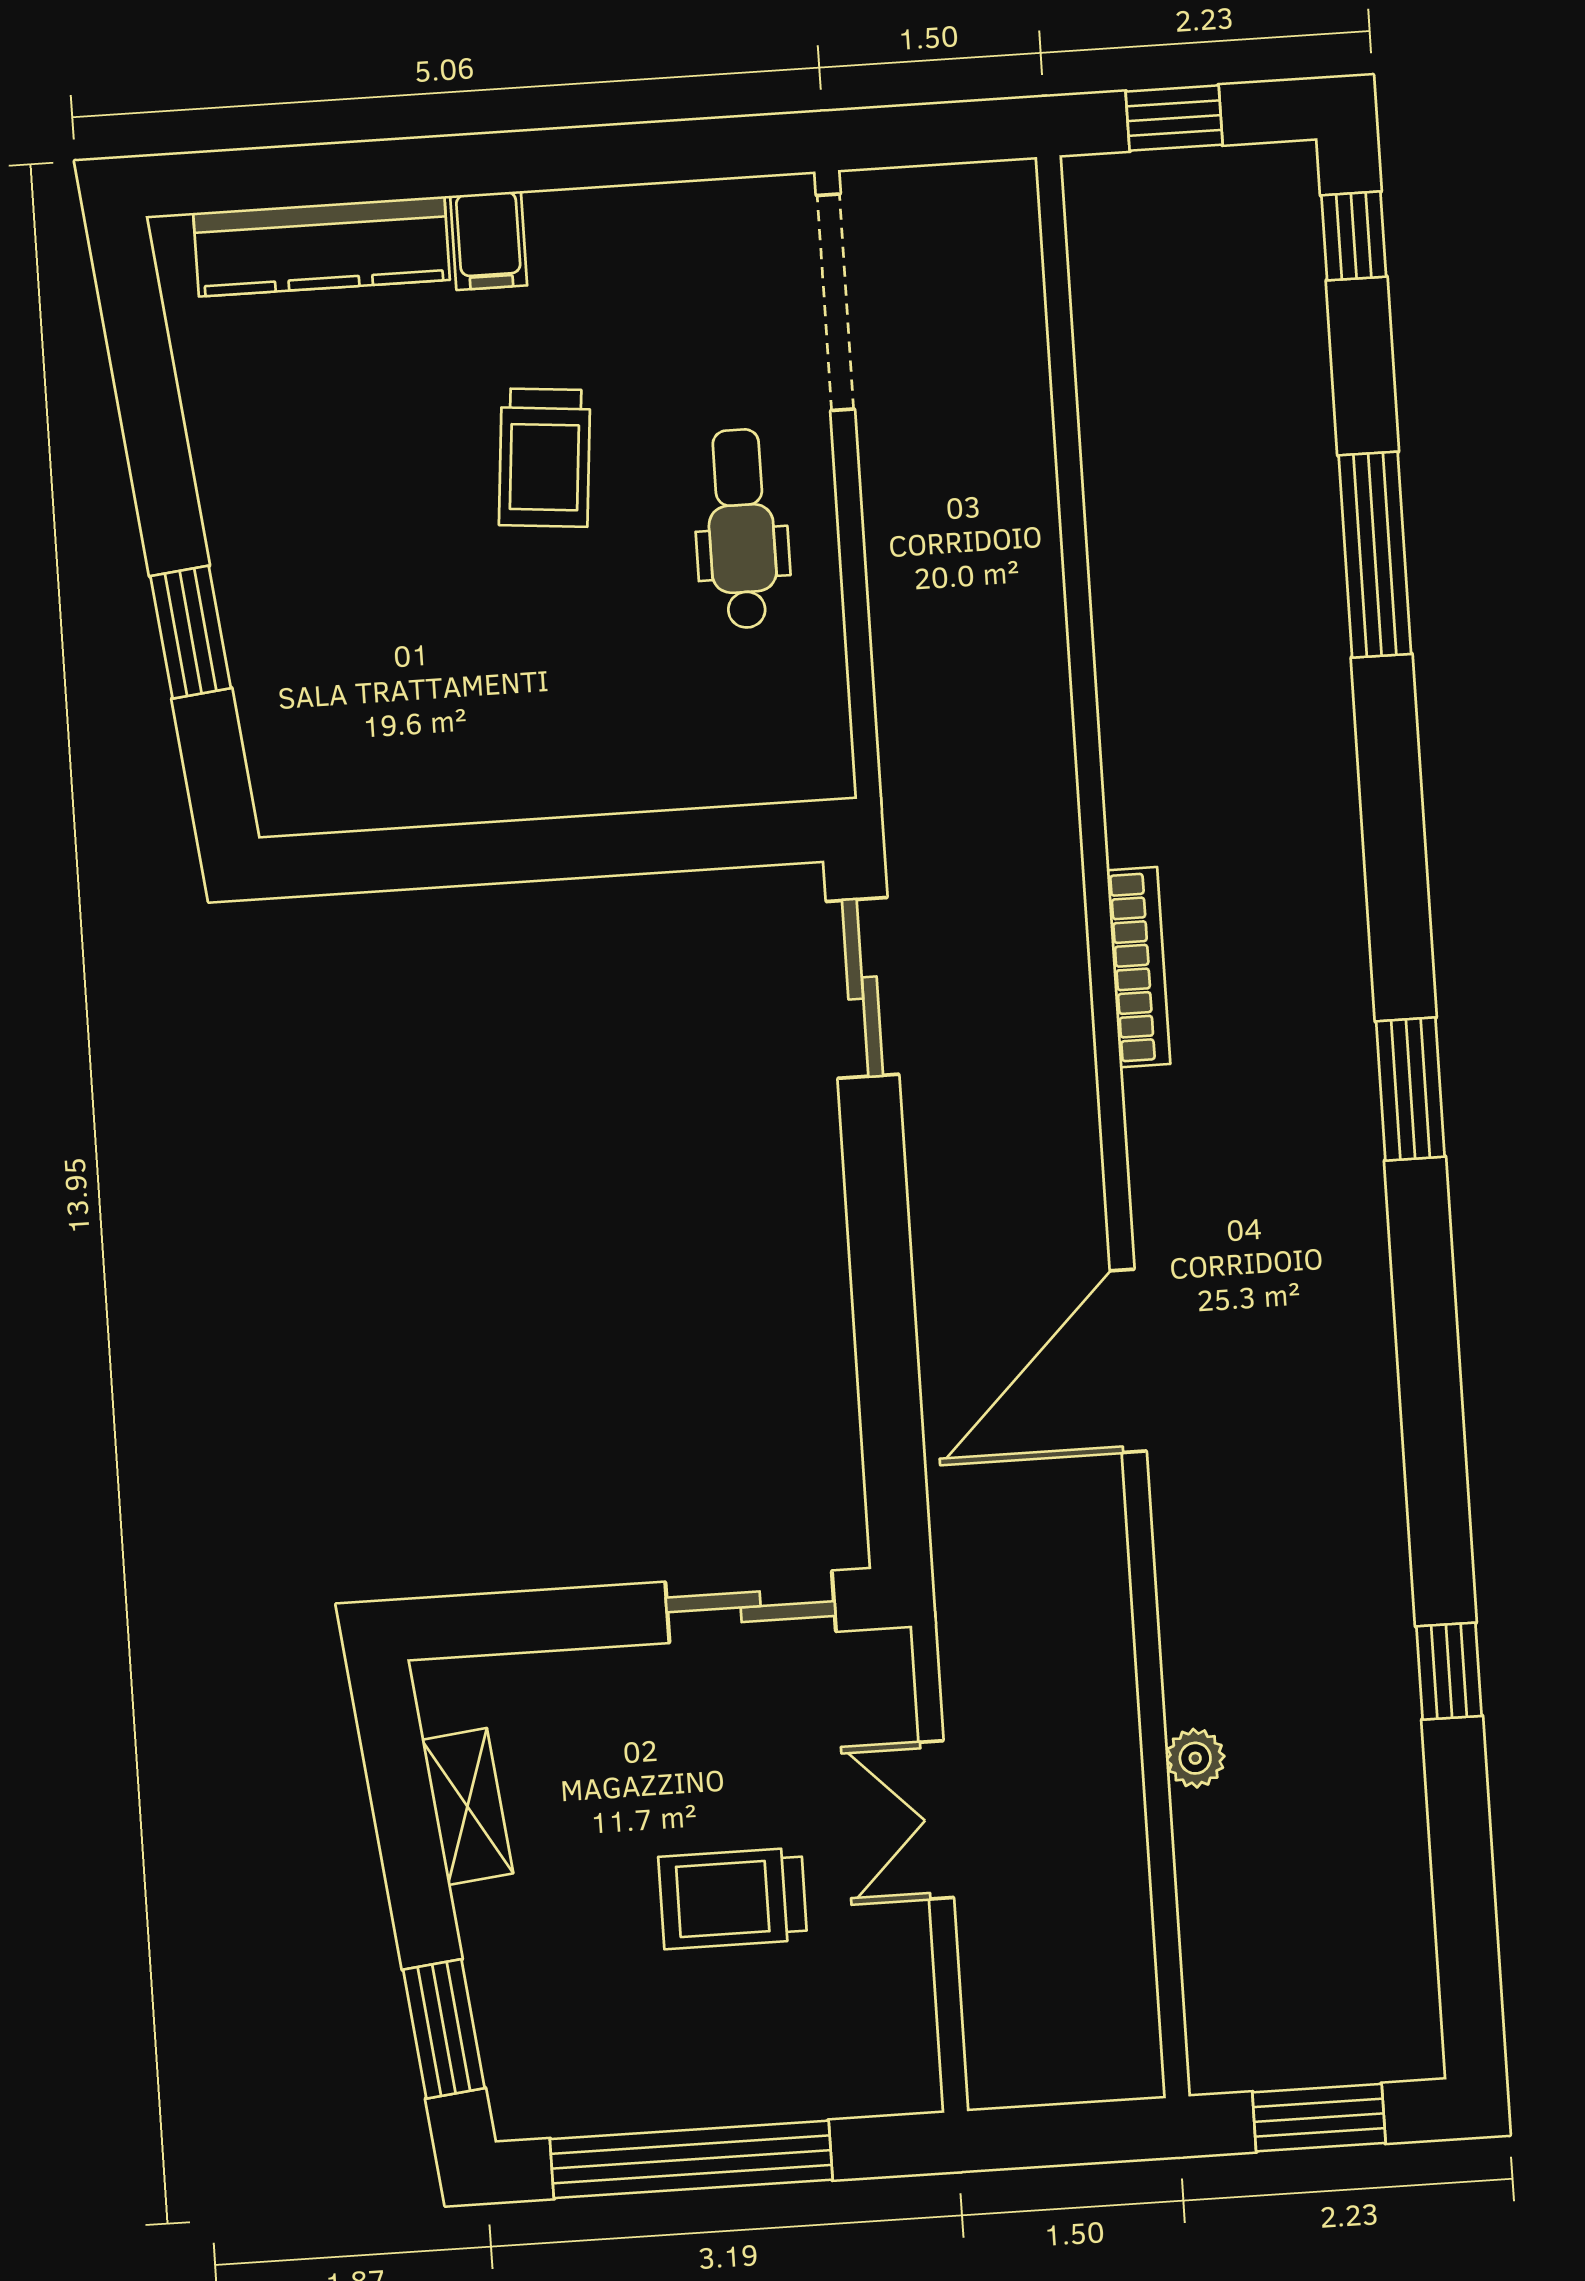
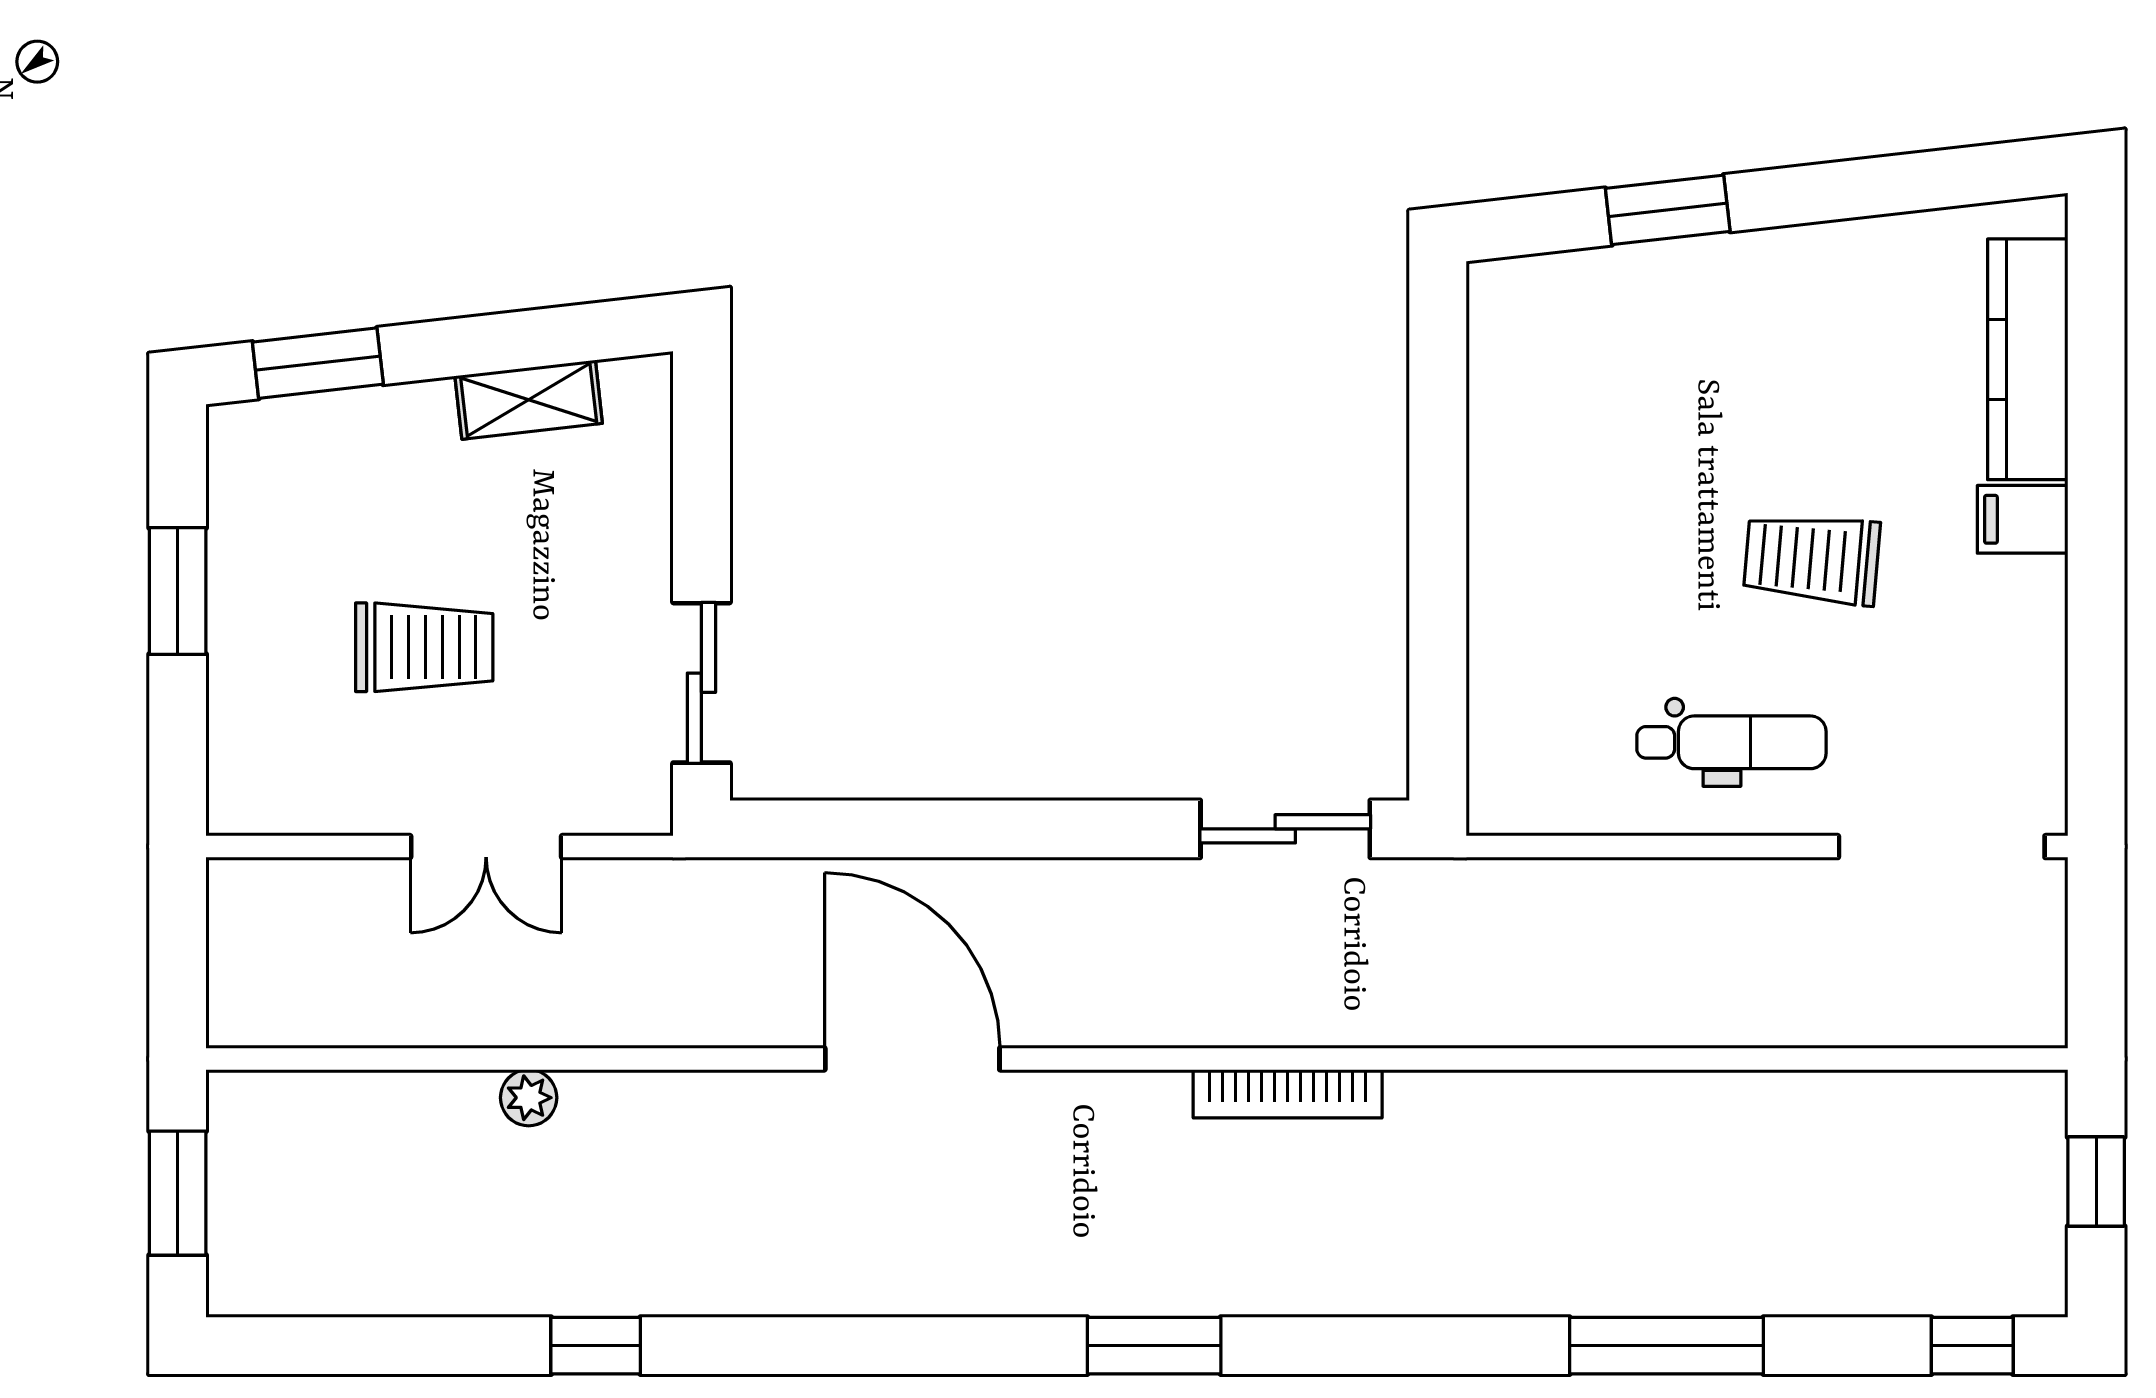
double door: (936, 1820) -> (486, 847), swing flipped
trolley: (733, 1898) -> (424, 647), turned 90
window: (691, 2159) -> (178, 591), width x0.47

